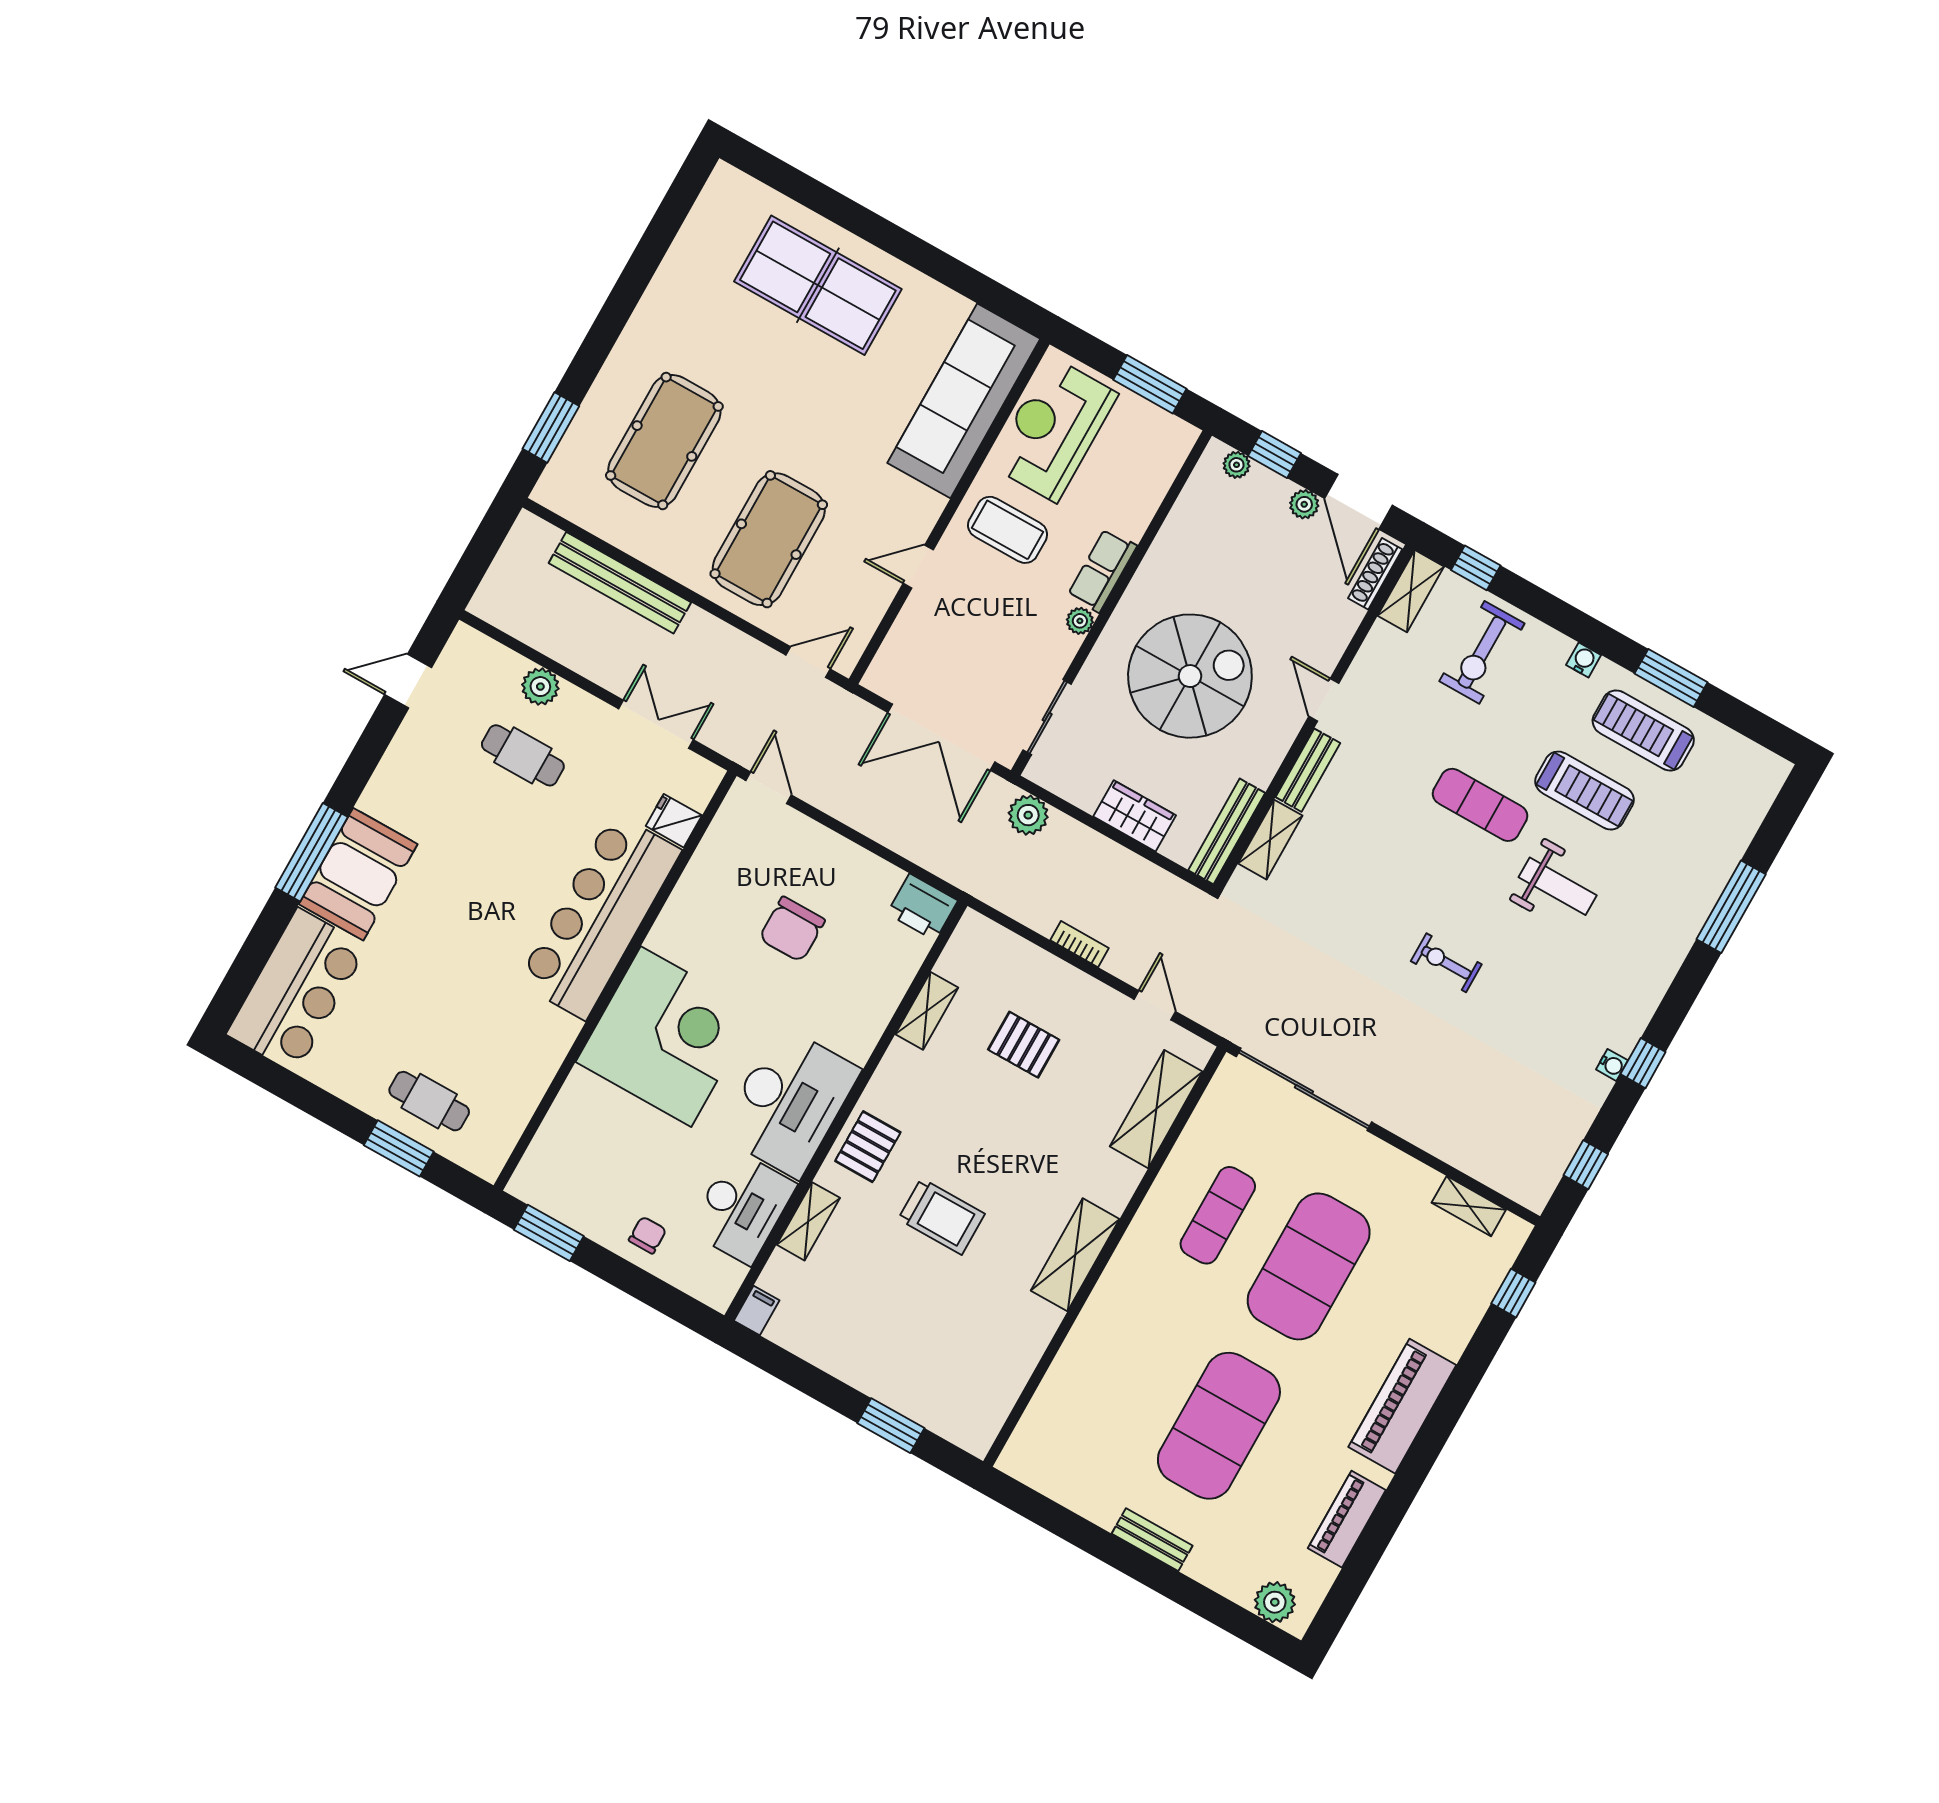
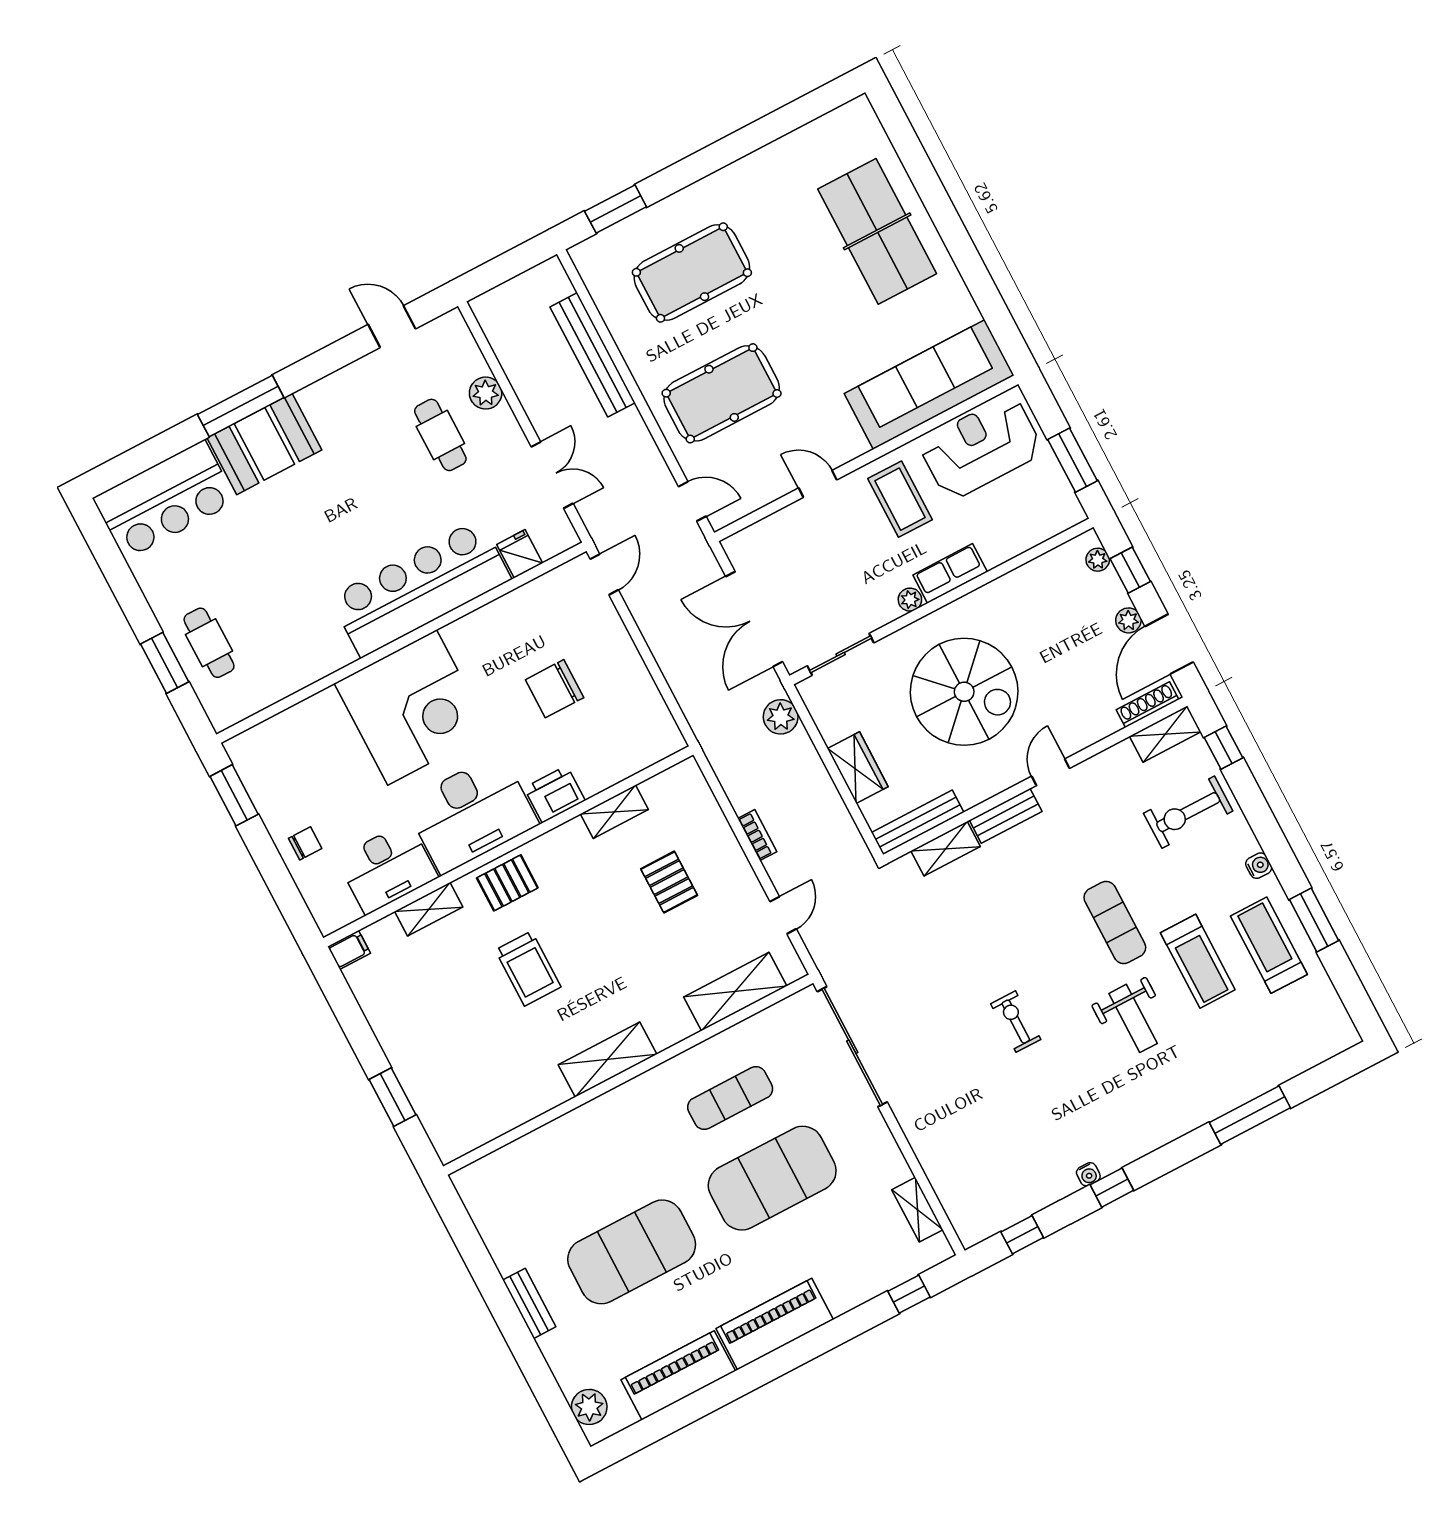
printer: (922, 907) -> (555, 794), moved, turned 90
piano: (1347, 1519) -> (678, 1375), width x1.37, depth x1.33

